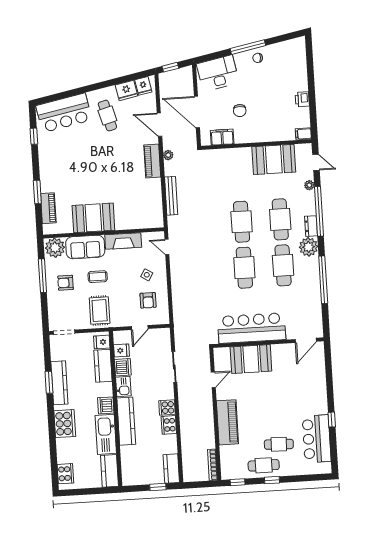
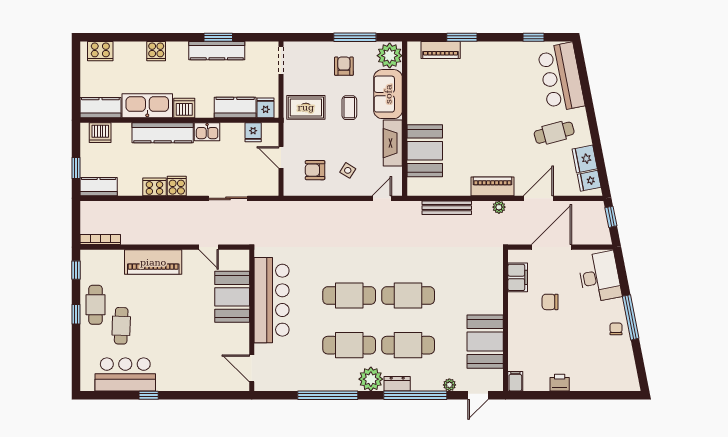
booth: (93, 218) -> (425, 151), moved
dishwasher: (123, 367) -> (100, 133), moved
cooker: (65, 424) -> (156, 51), width x0.53, depth x0.76

